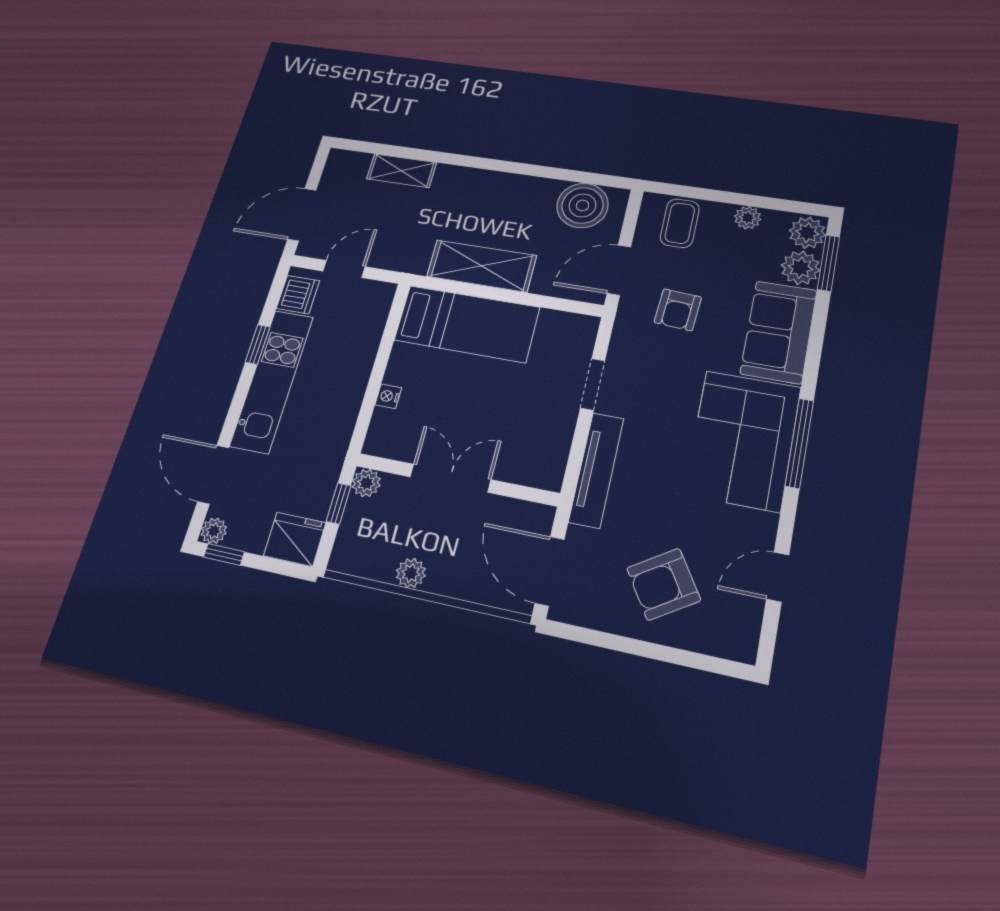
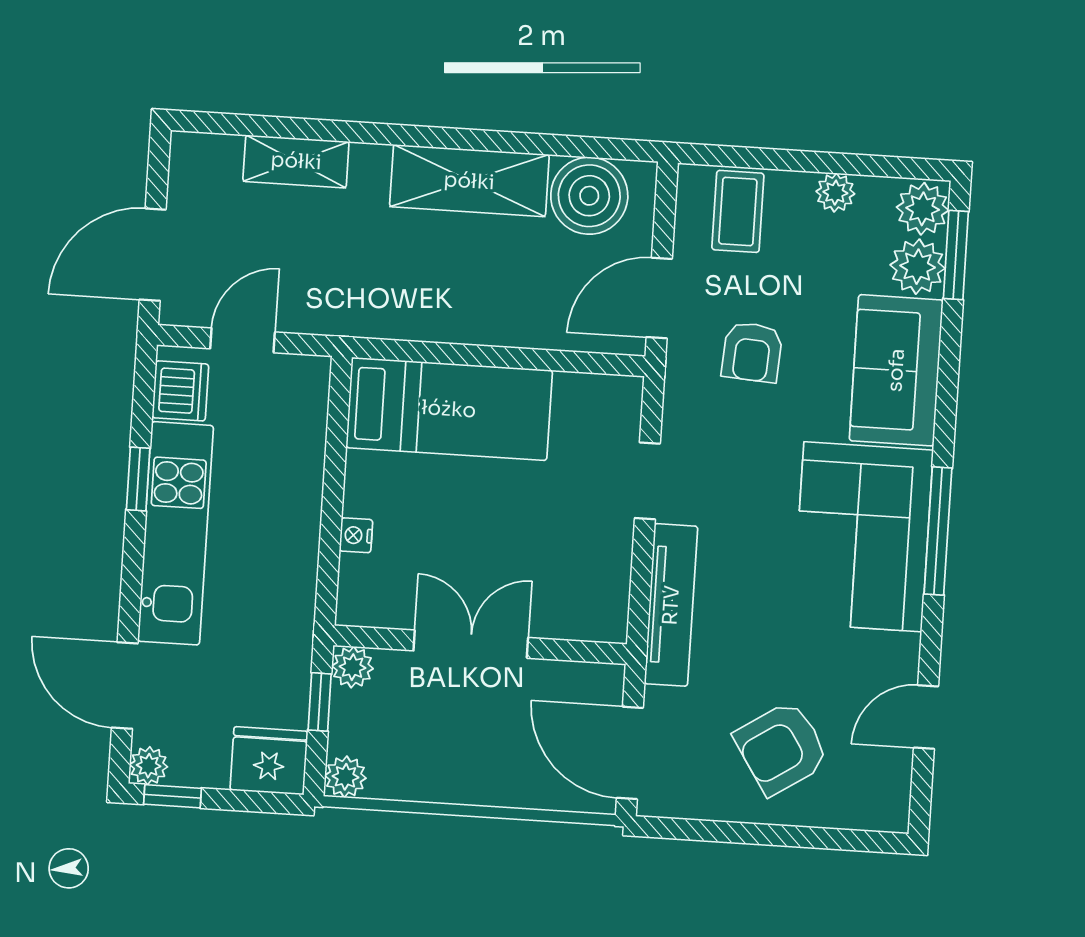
shelving: (482, 266) -> (469, 181), moved
plant: (411, 573) -> (345, 777), moved

